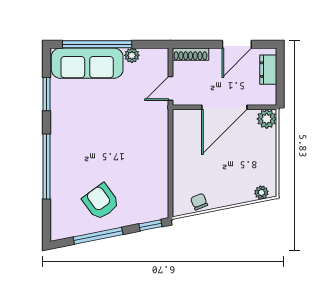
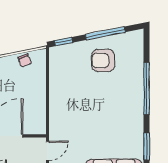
armchair: (101, 202) -> (103, 60), turned 126

